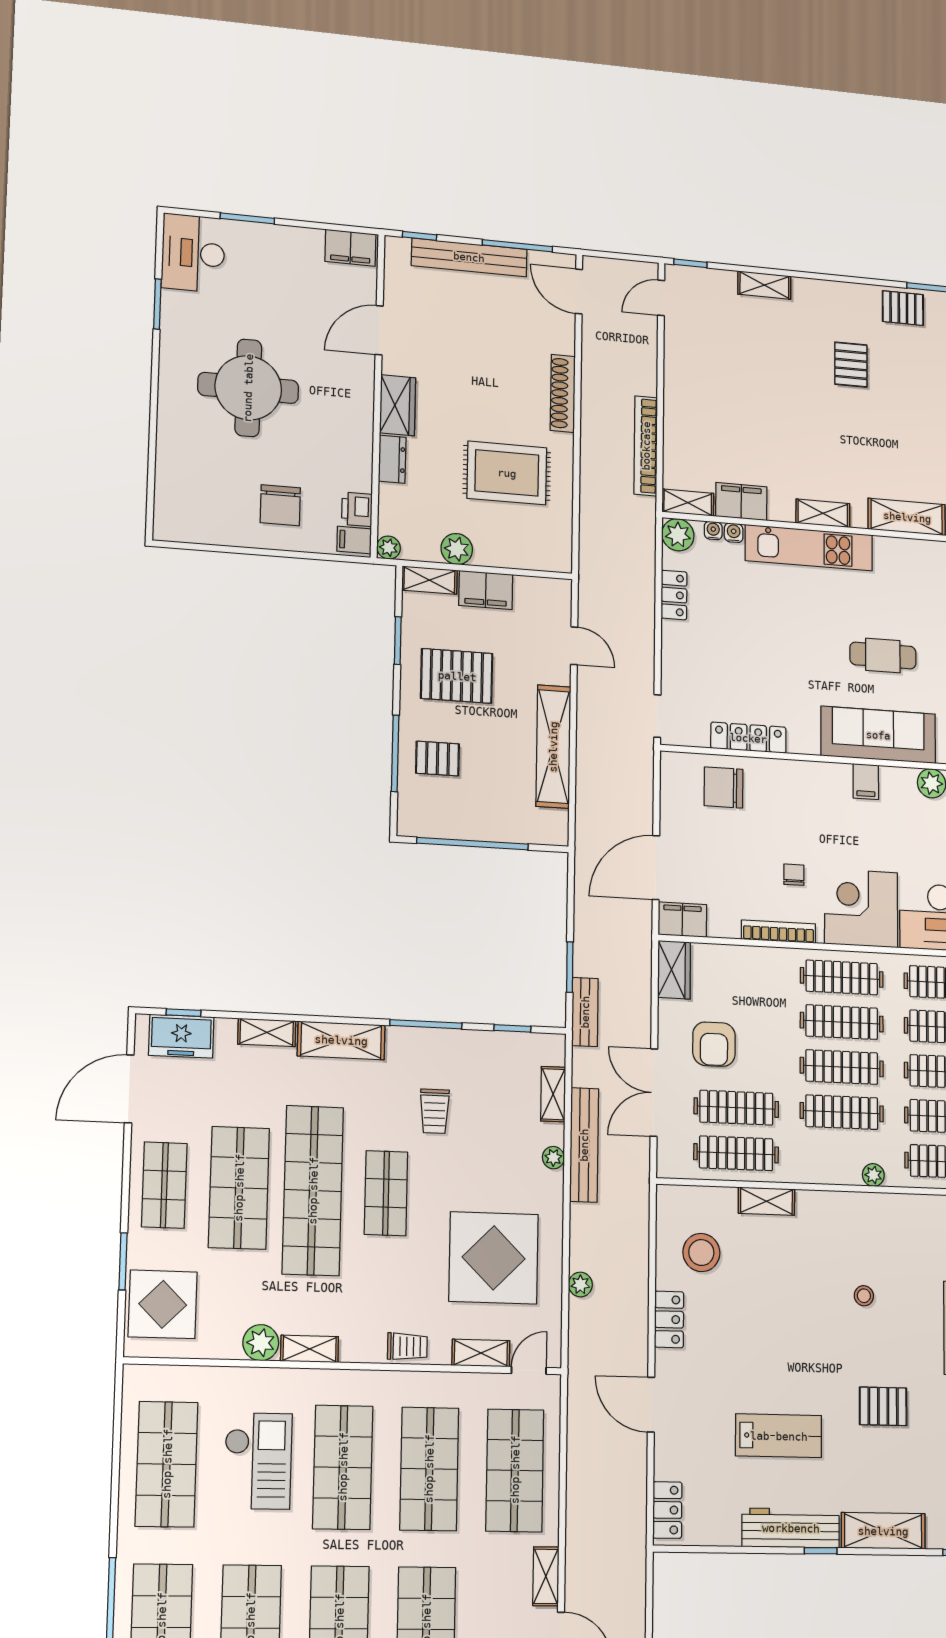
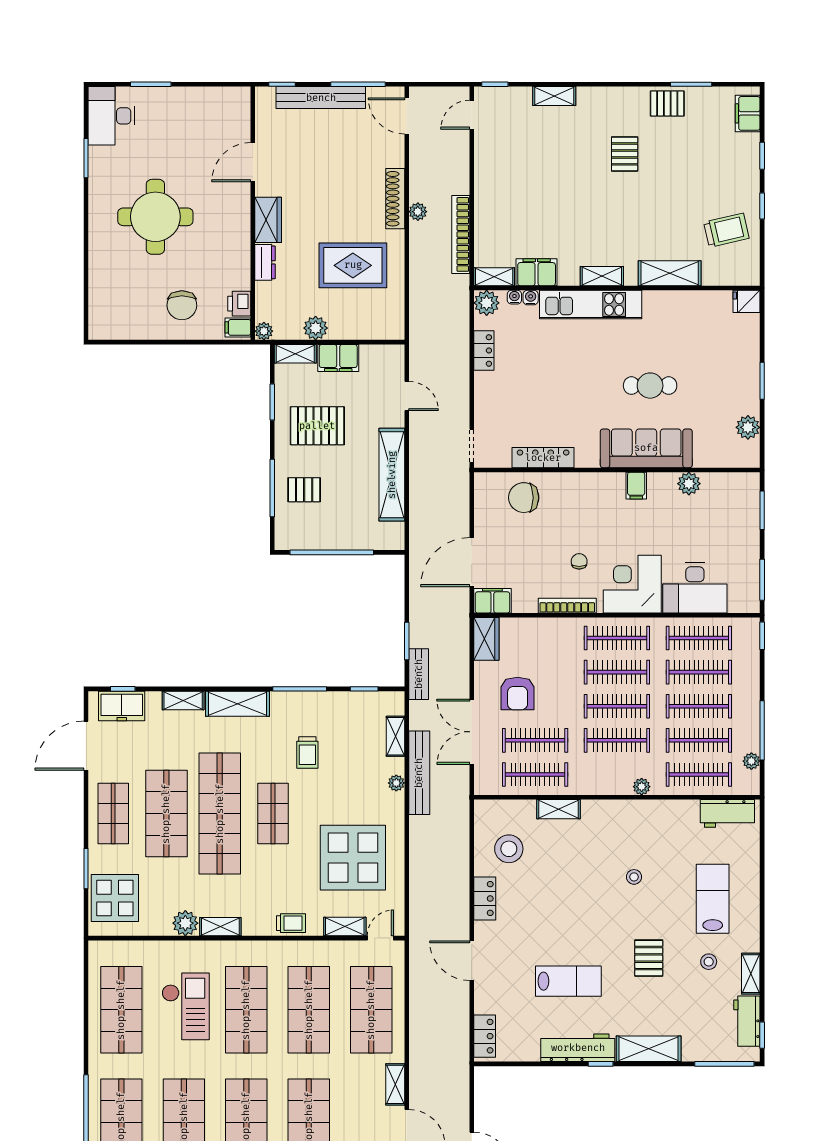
filing cabinet: (350, 248) -> (229, 99), removed
plant: (580, 1285) -> (418, 212), moved
pallet: (883, 1406) -> (649, 958), turned 90

